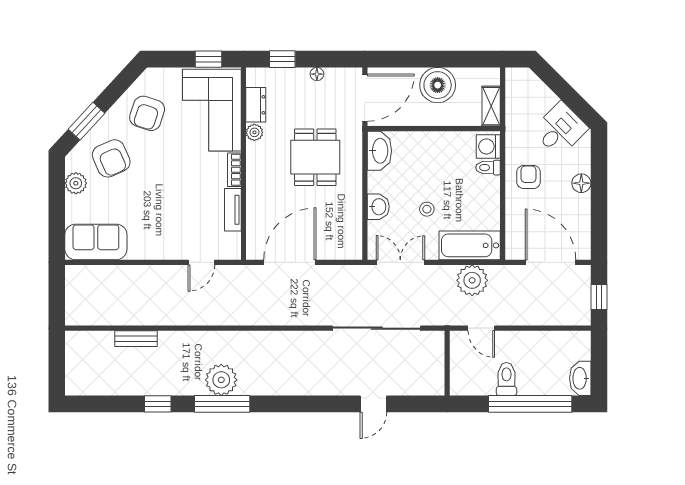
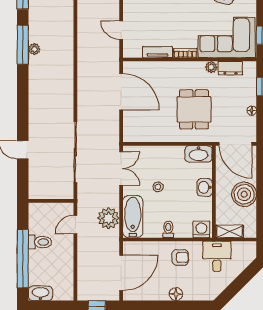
desk: (560, 129) -> (217, 256), moved, turned -135
dining table: (315, 157) -> (194, 109), turned 90
toilet: (488, 168) -> (168, 229), moved
washbasin: (378, 207) -> (205, 187), moved, turned 90
plant: (221, 380) -> (34, 49), width x0.53, depth x0.53

